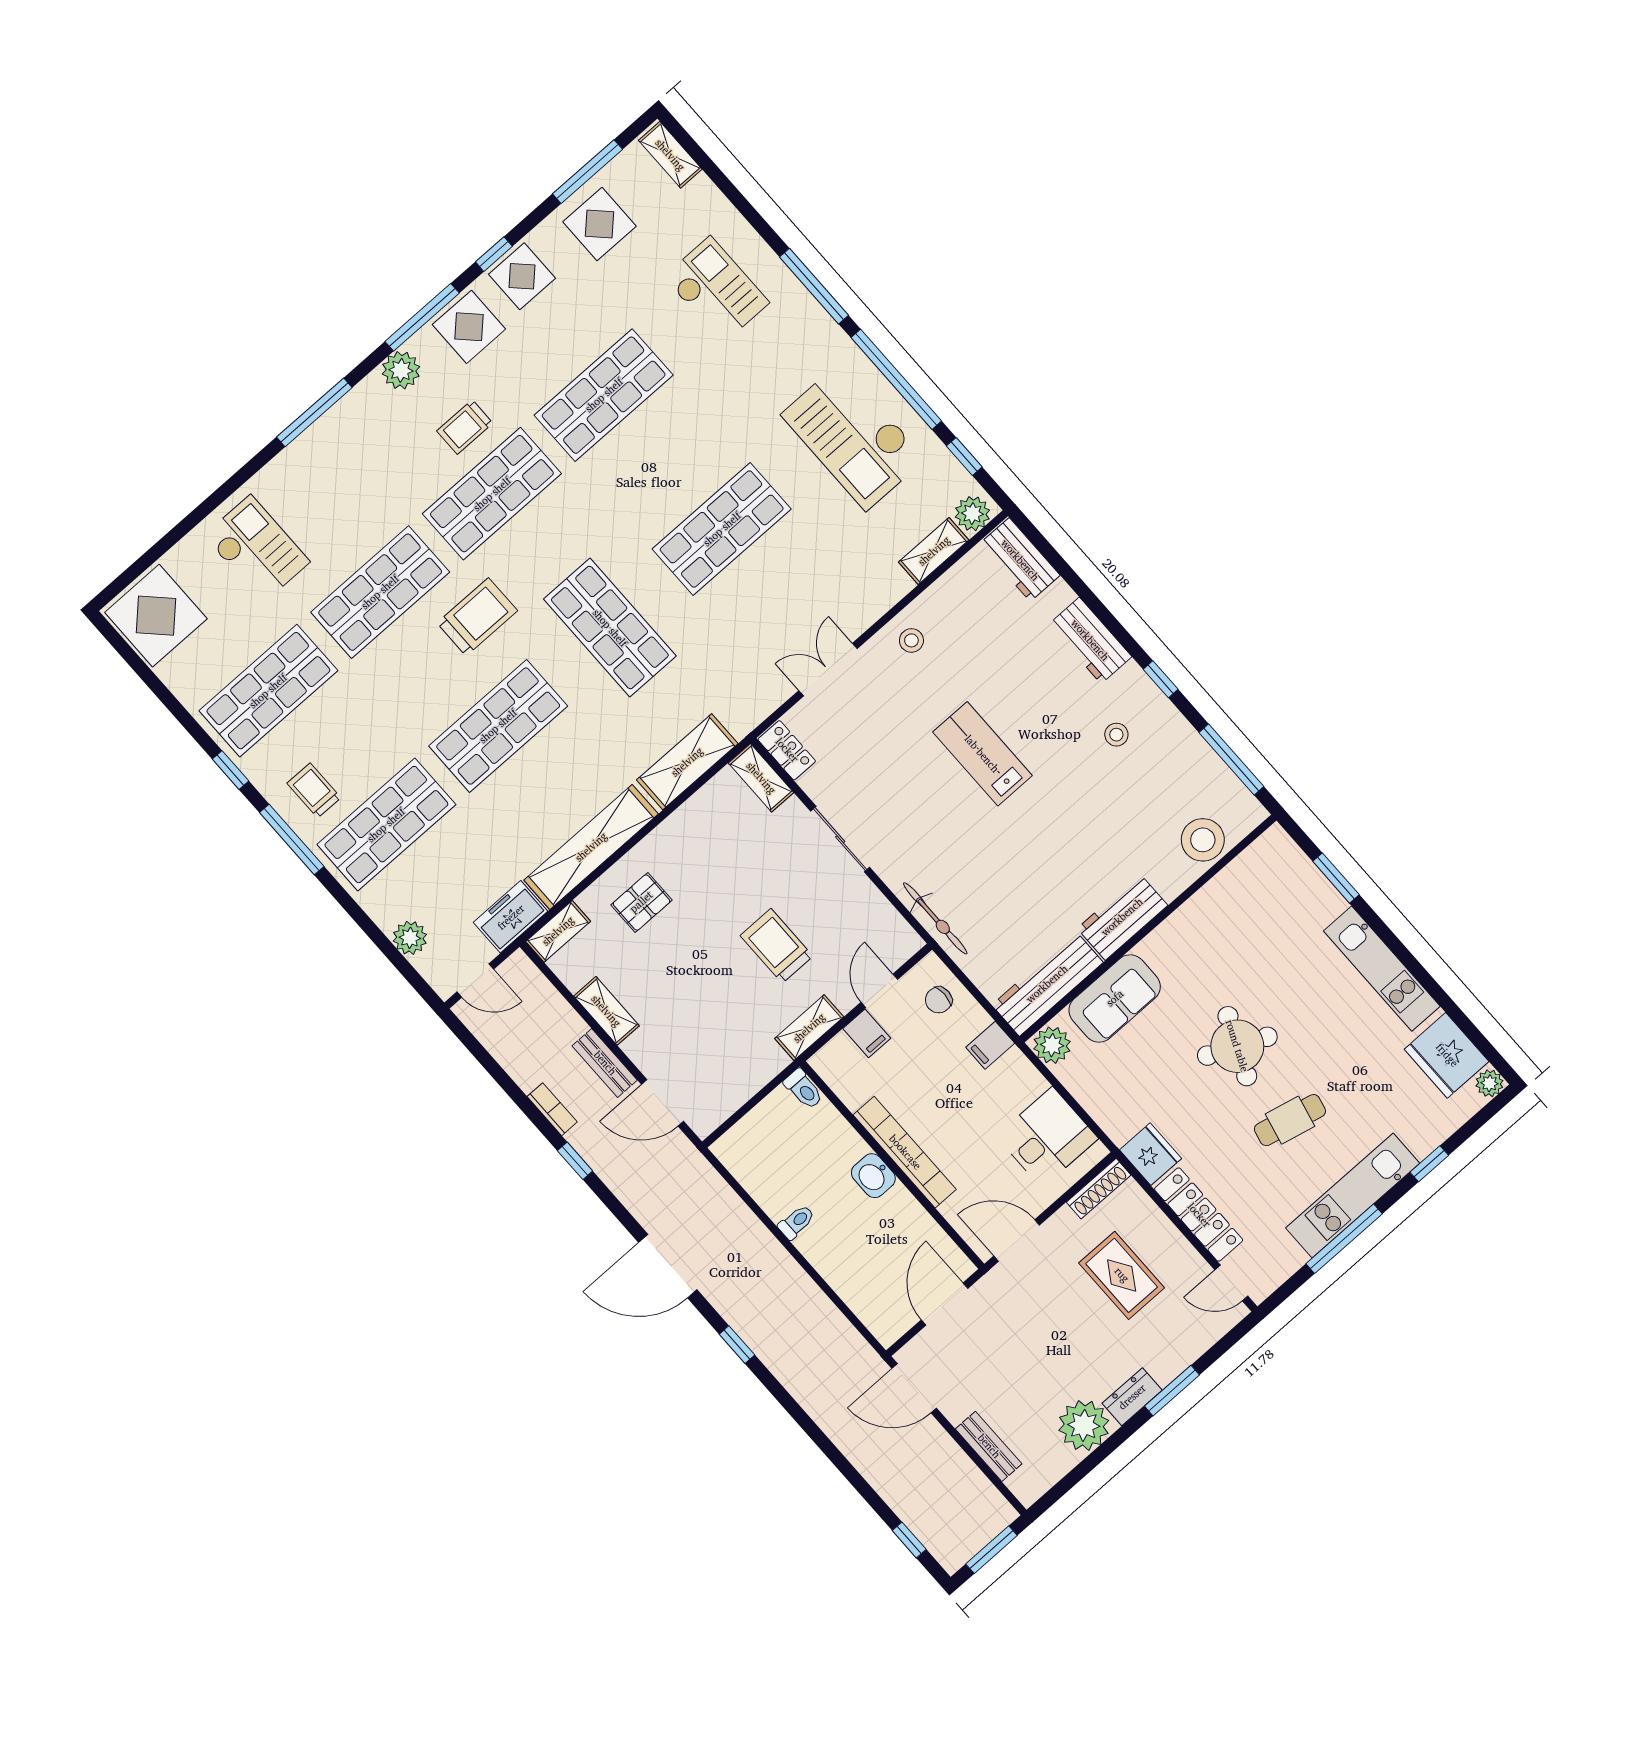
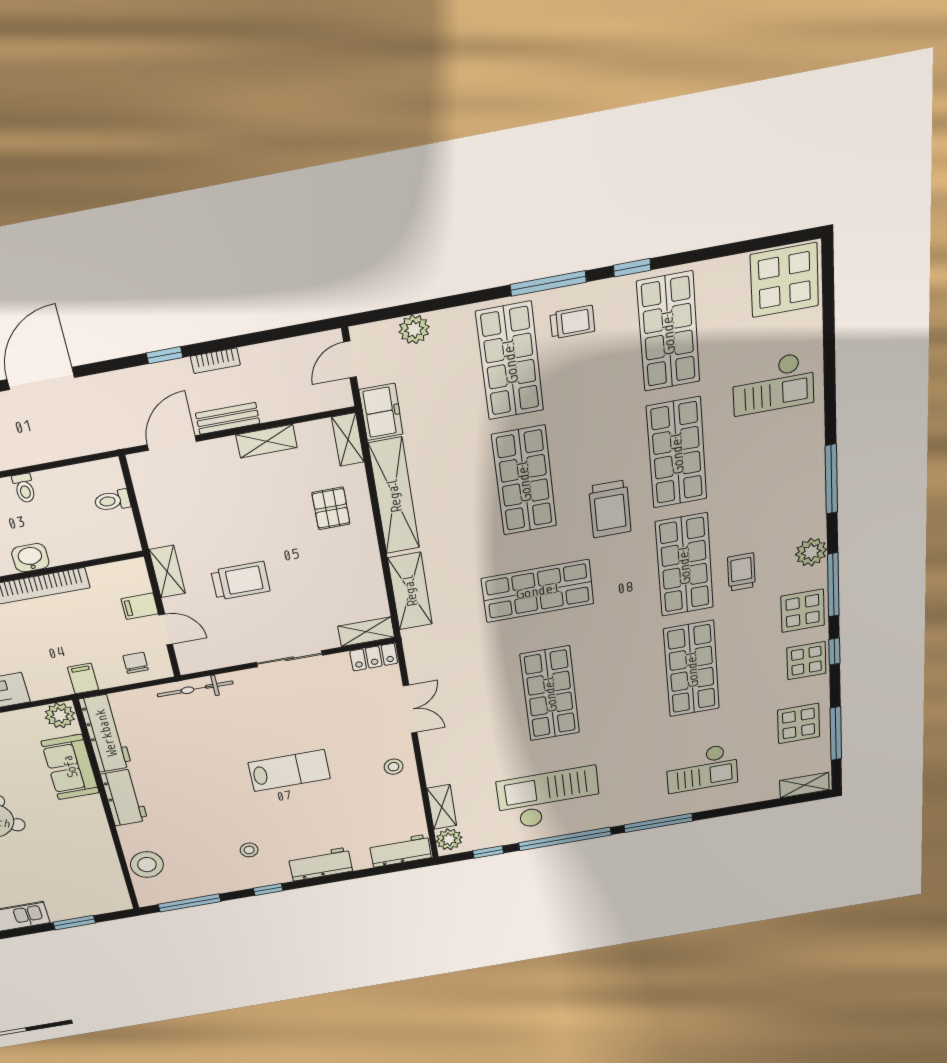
toilet: (804, 1089) -> (112, 501), moved

